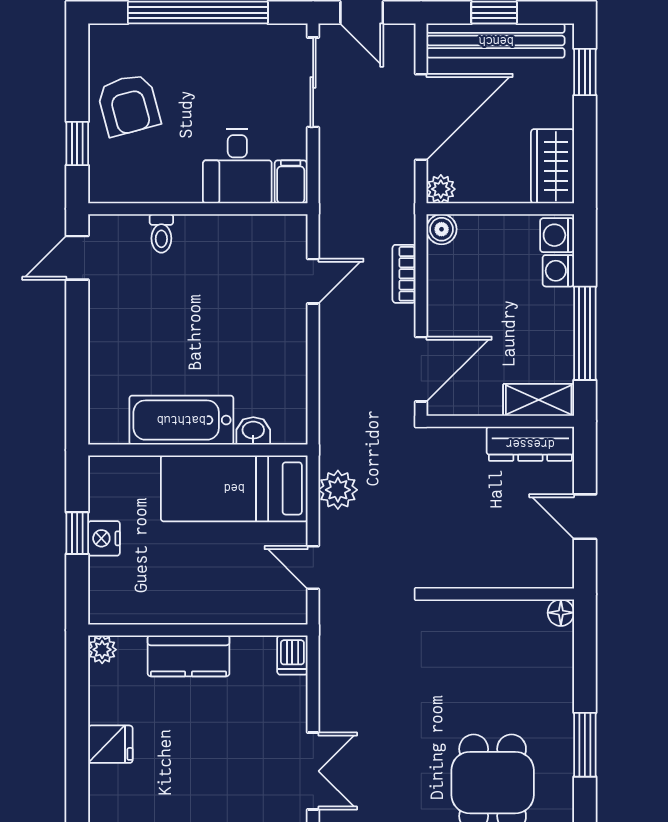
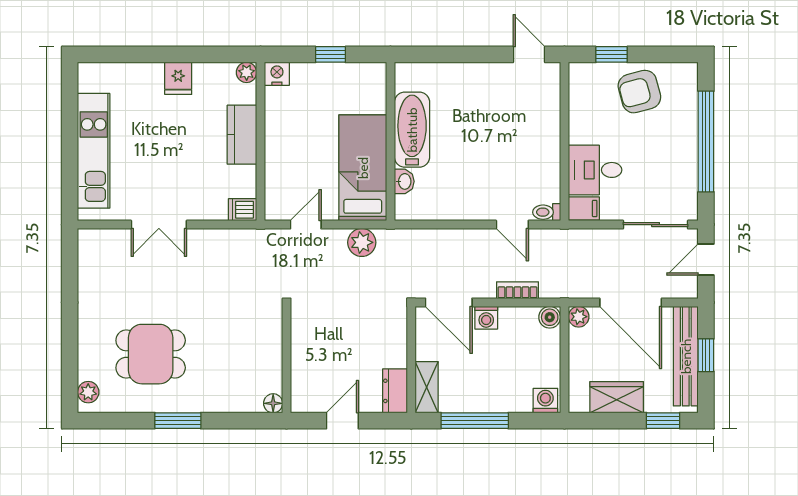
wardrobe: (553, 166) -> (617, 397), moved
toilet: (161, 233) -> (547, 212), moved
washing machine: (558, 271) -> (486, 318), moved, turned 180
dresser: (530, 444) -> (395, 391), width x0.70
nightstand: (104, 538) -> (277, 74), moved

